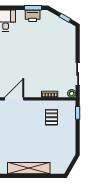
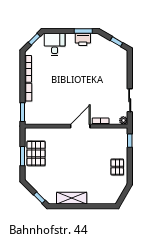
door: (14, 99) -> (80, 126), moved
pallet: (51, 117) -> (117, 167), moved
shelving: (29, 168) -> (72, 198), width x0.68

